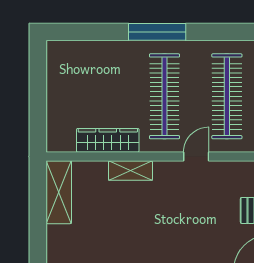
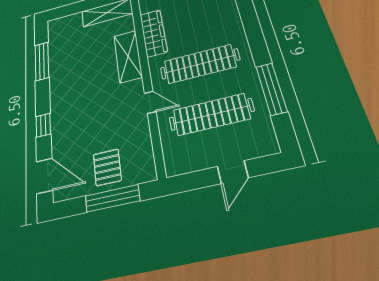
window: (157, 32) -> (271, 89), moved
shelving: (130, 171) -> (128, 56), width x1.50, depth x1.33

